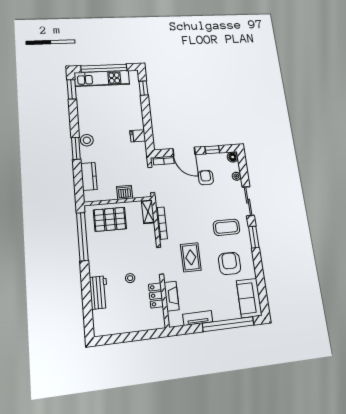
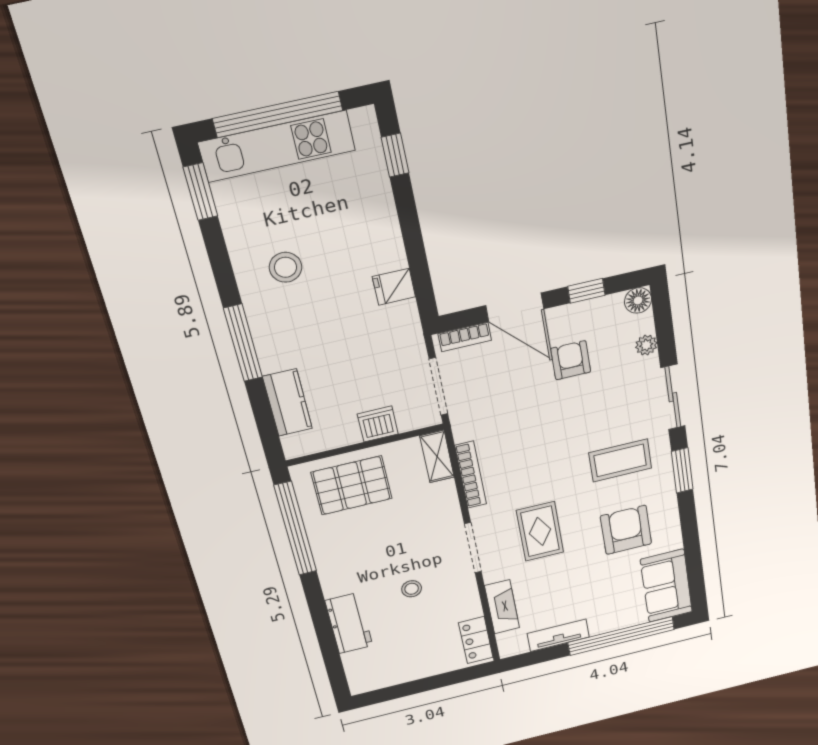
stool: (87, 140) -> (286, 267), moved
window: (76, 148) -> (243, 343), width x1.44
locker: (156, 295) -> (476, 640), moved

